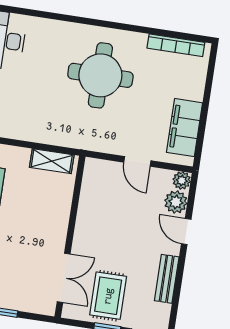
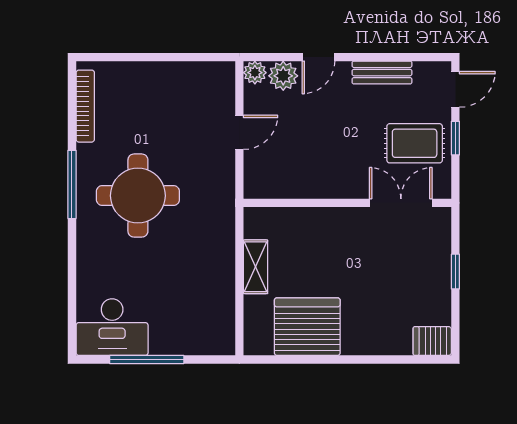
window: (117, 26) -> (72, 184), added
filing cabinet: (185, 128) -> (188, 79), removed
shelving: (52, 161) -> (256, 267), moved

